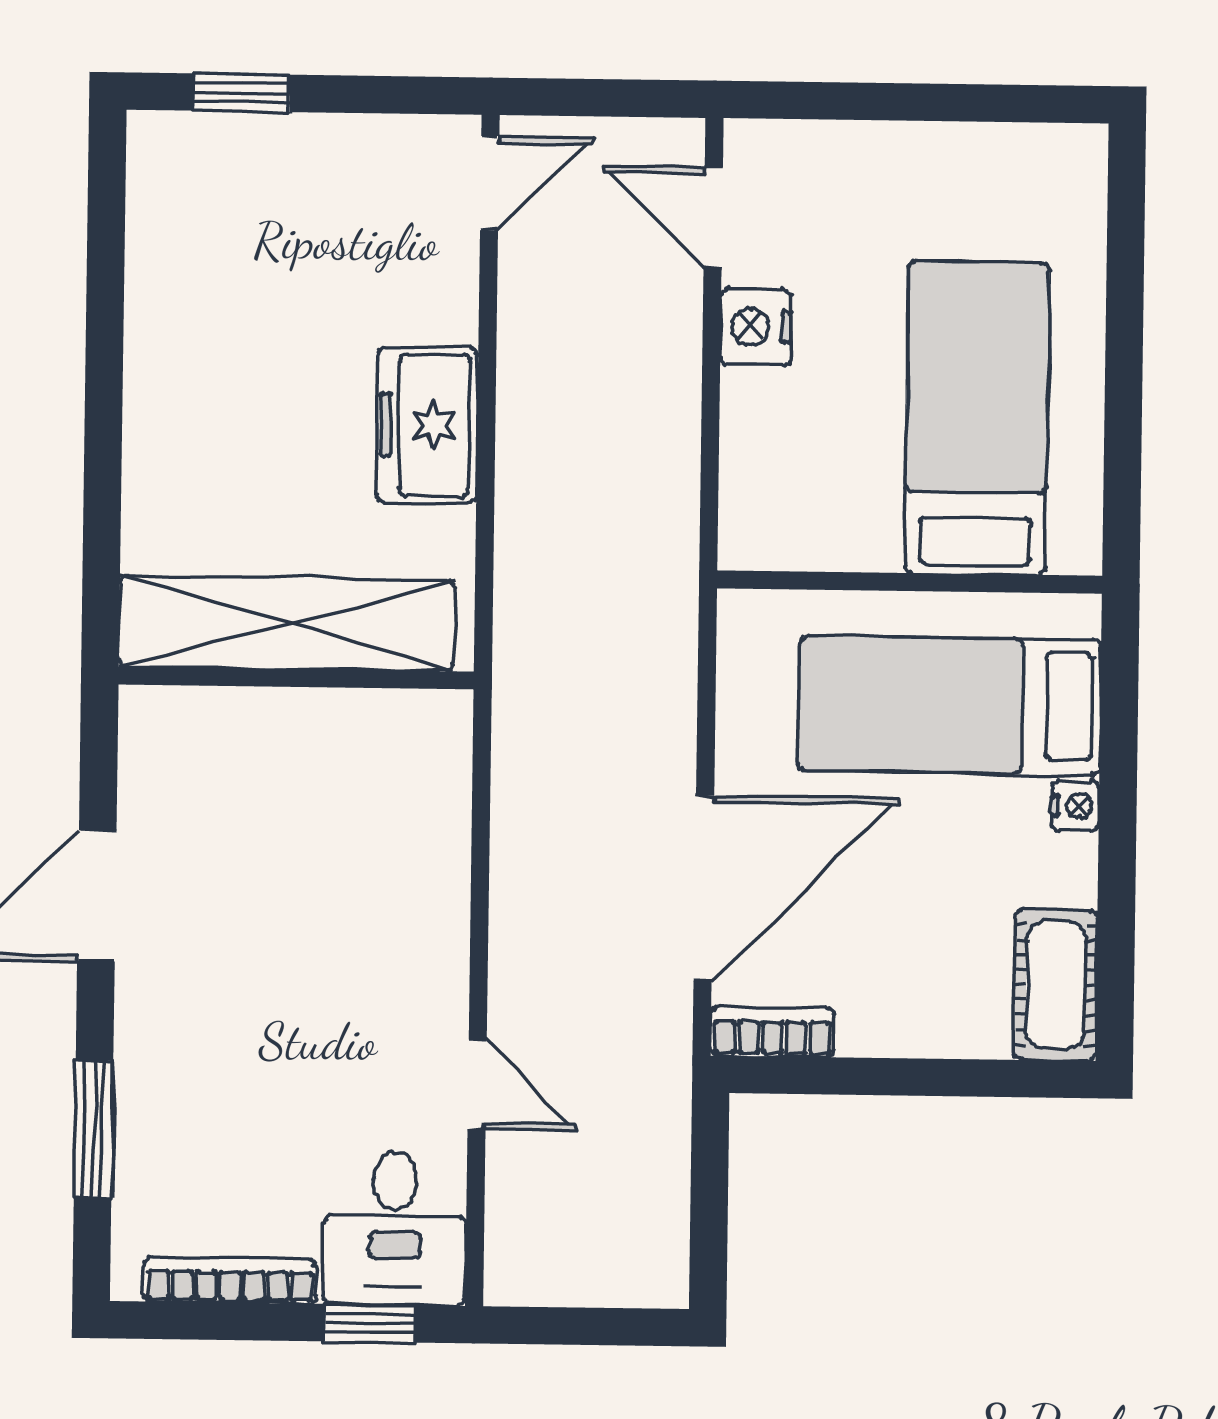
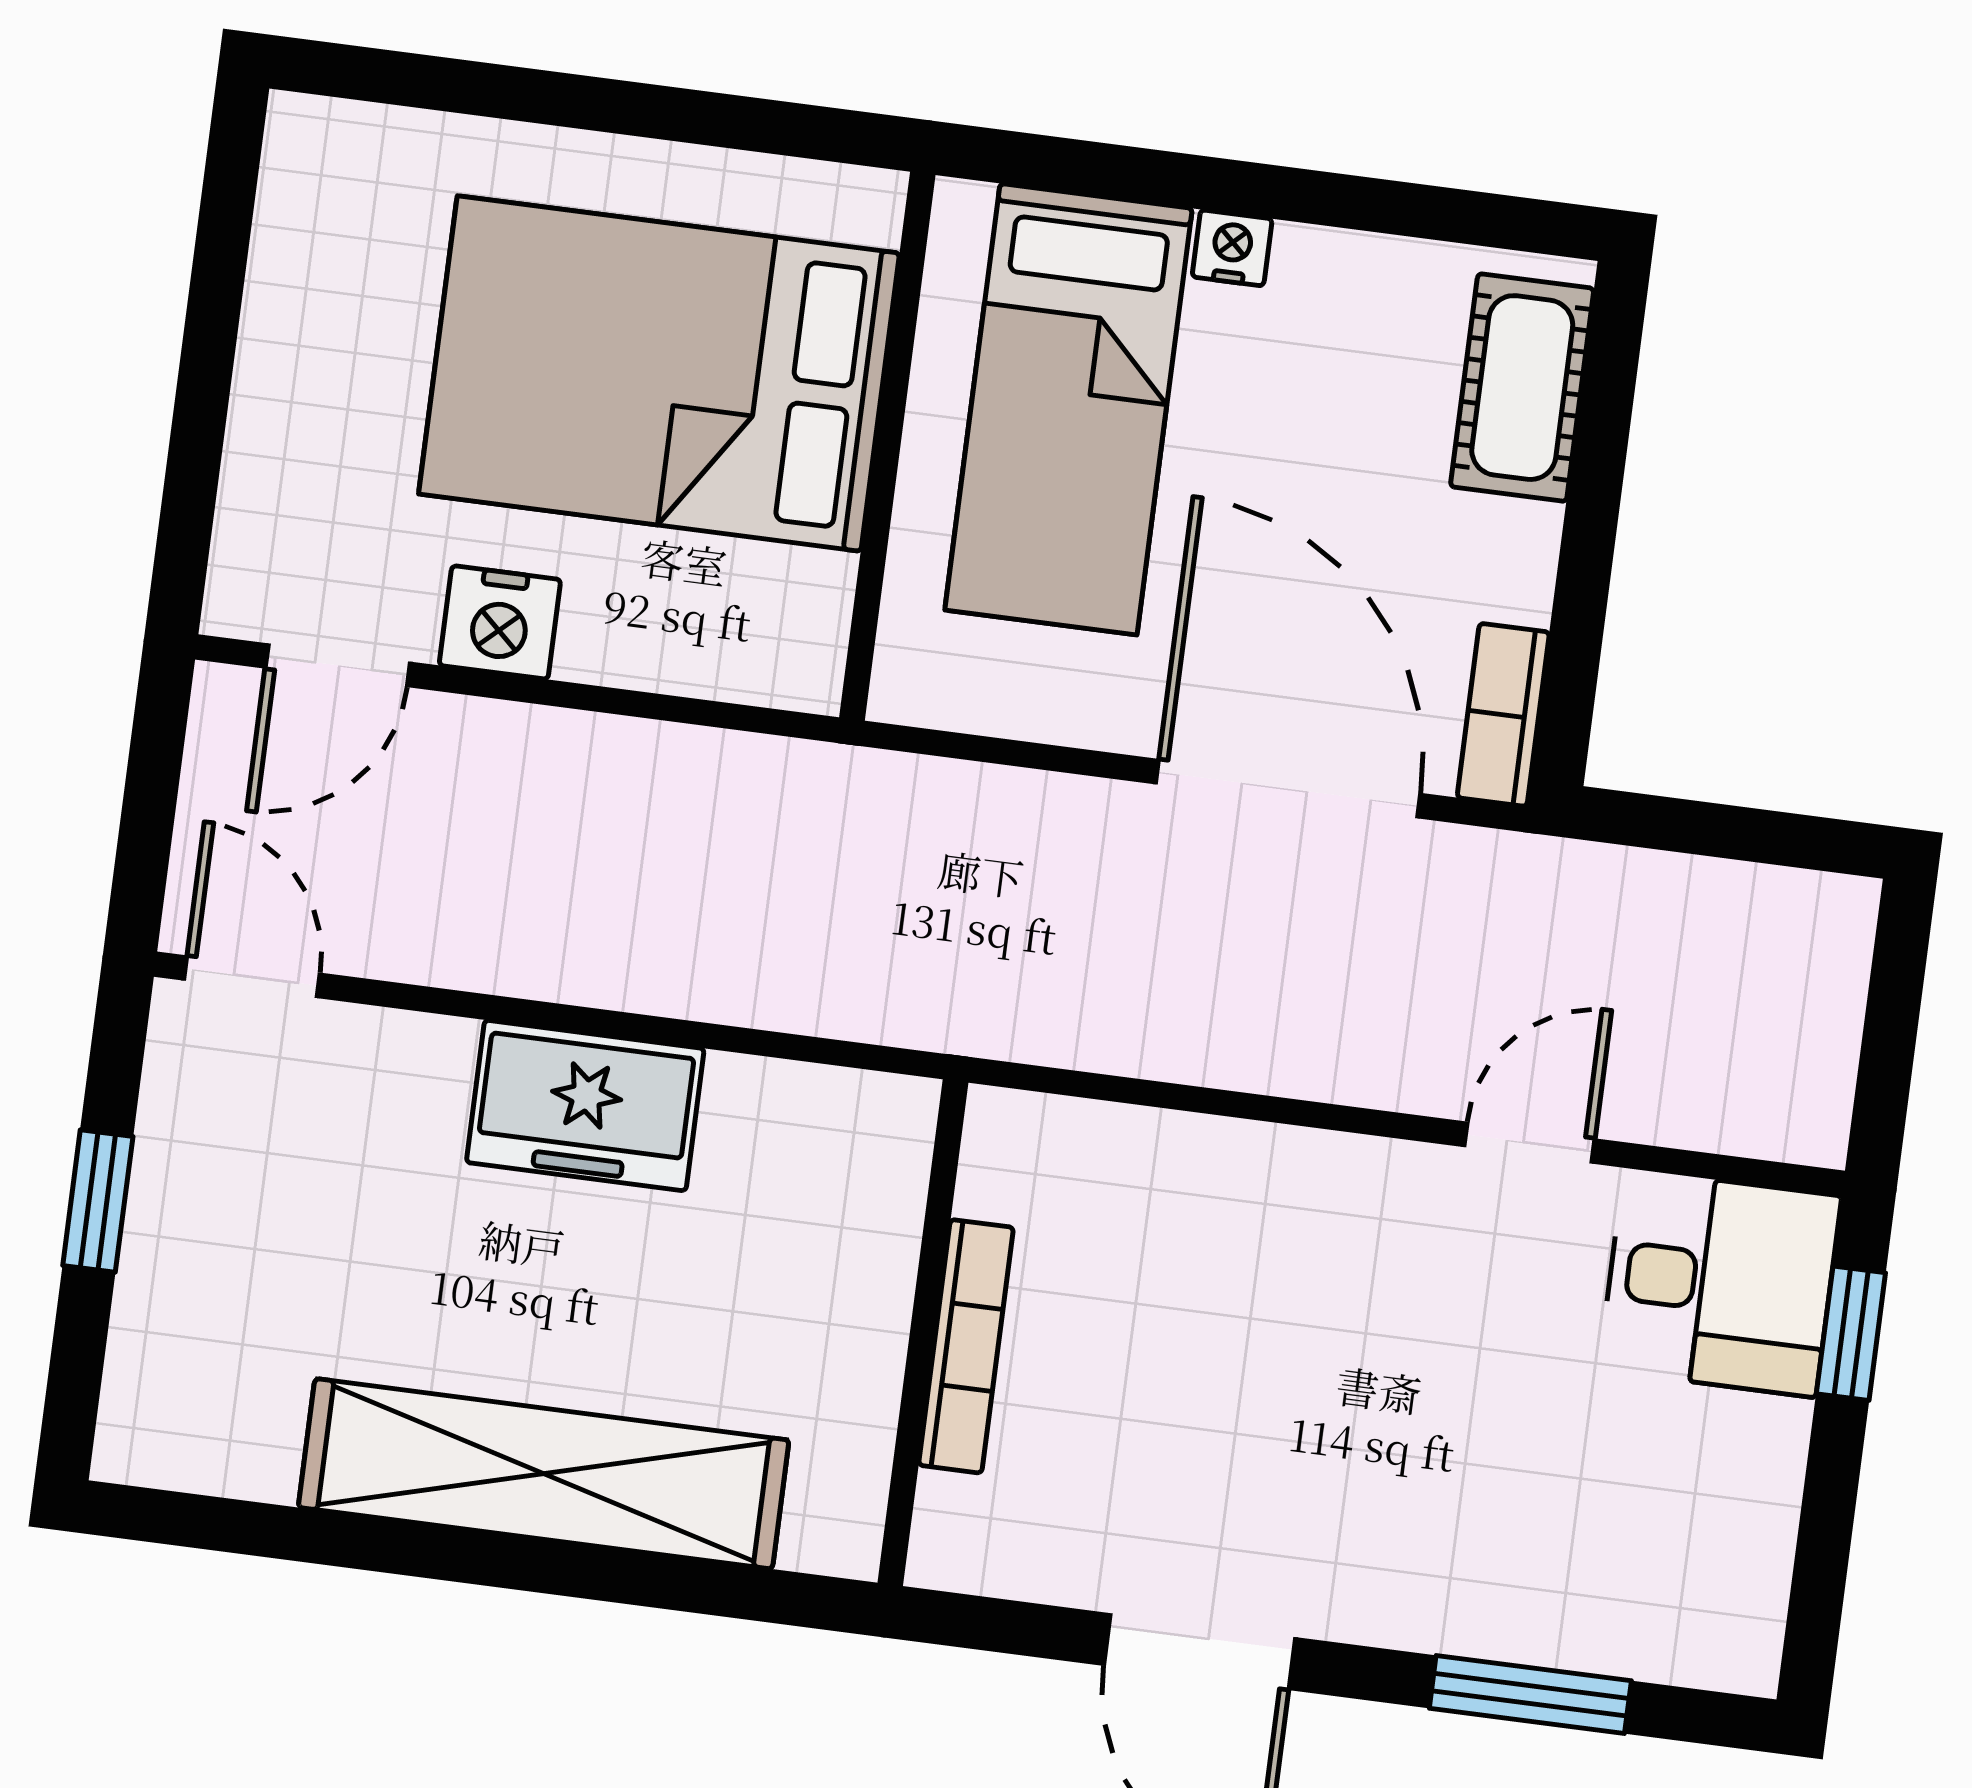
window: (242, 93) -> (98, 1201), moved
bed: (977, 418) -> (659, 374), width x1.50
shelving: (286, 623) -> (544, 1474), moved, turned 90
cot: (1056, 985) -> (1522, 388), moved, turned 90
bookcase: (230, 1280) -> (966, 1346), moved, turned 180

